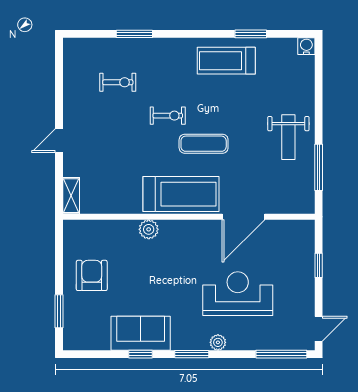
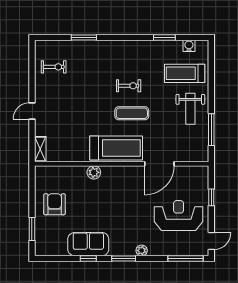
water cooler: (306, 46) -> (189, 46), moved
treadmill: (226, 61) -> (185, 73), moved
exercise bike: (118, 82) -> (54, 67), moved
exercise bike: (168, 116) -> (129, 86), moved
reception desk: (238, 294) -> (179, 216), moved

